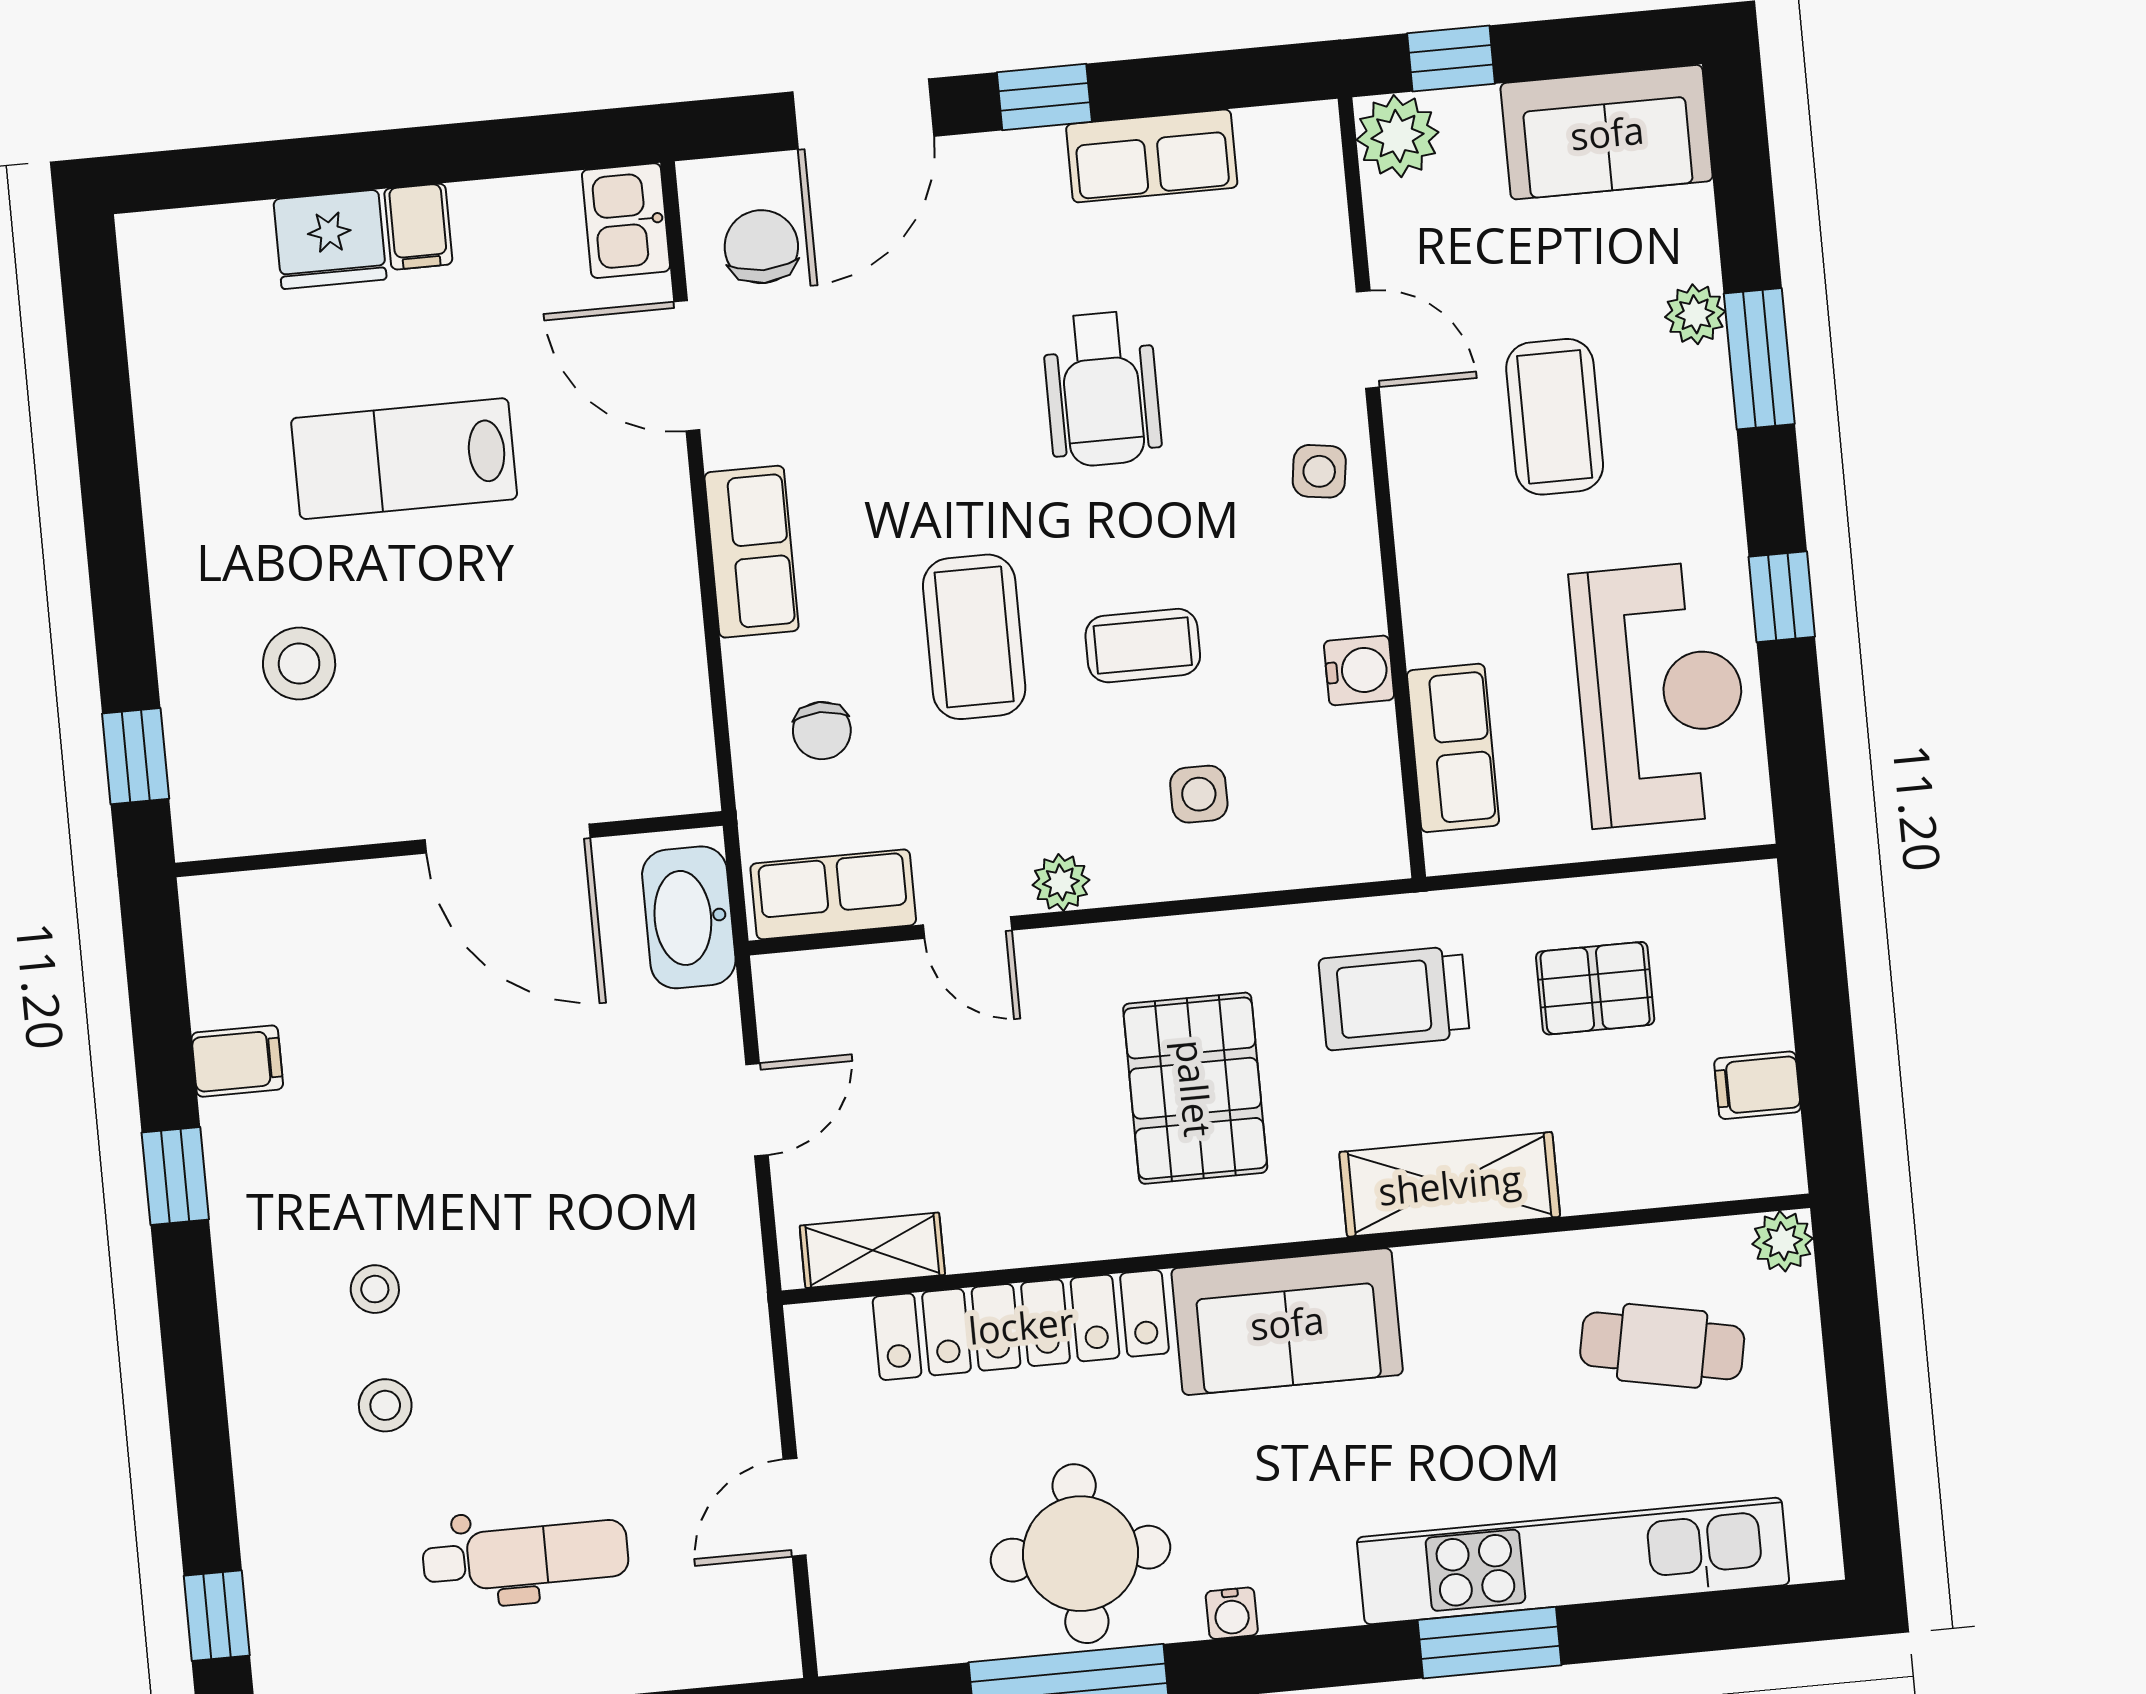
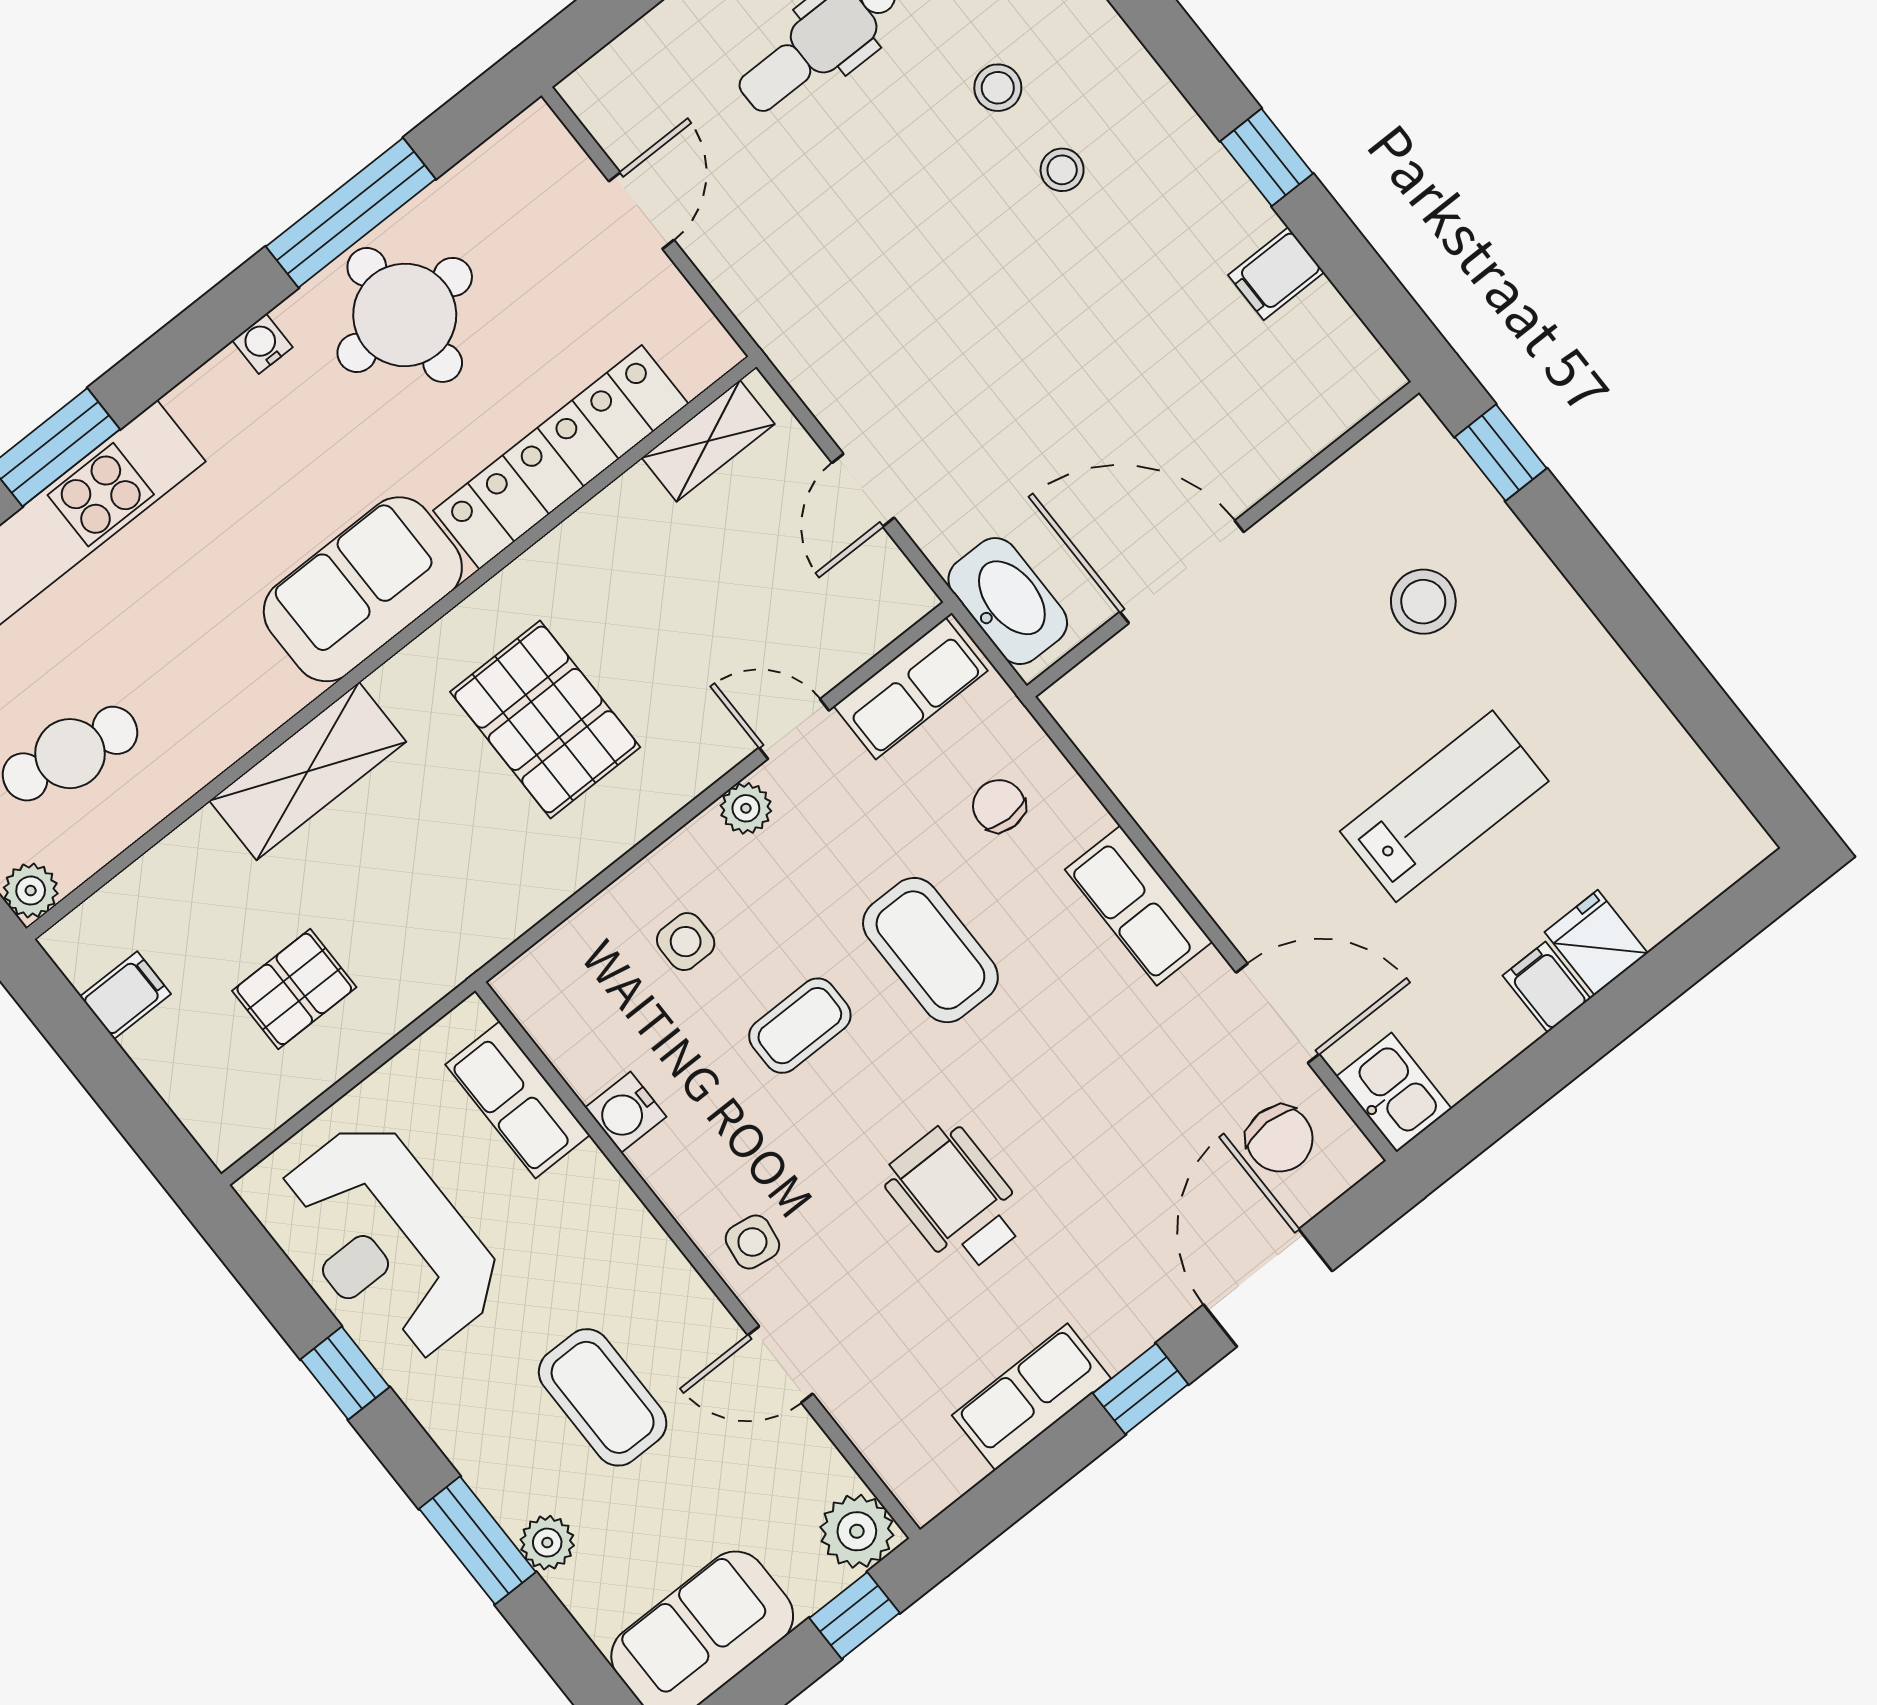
fridge: (330, 239) -> (1596, 943), width x0.72
trolley: (1394, 998) -> (440, 884), removed

